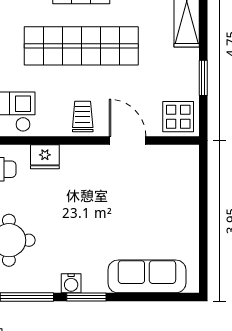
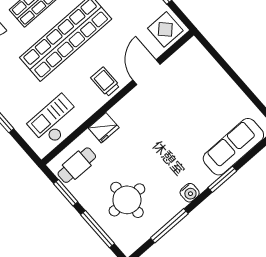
door: (127, 140) -> (147, 72), hinge flipped
window: (86, 297) -> (222, 179), moved

